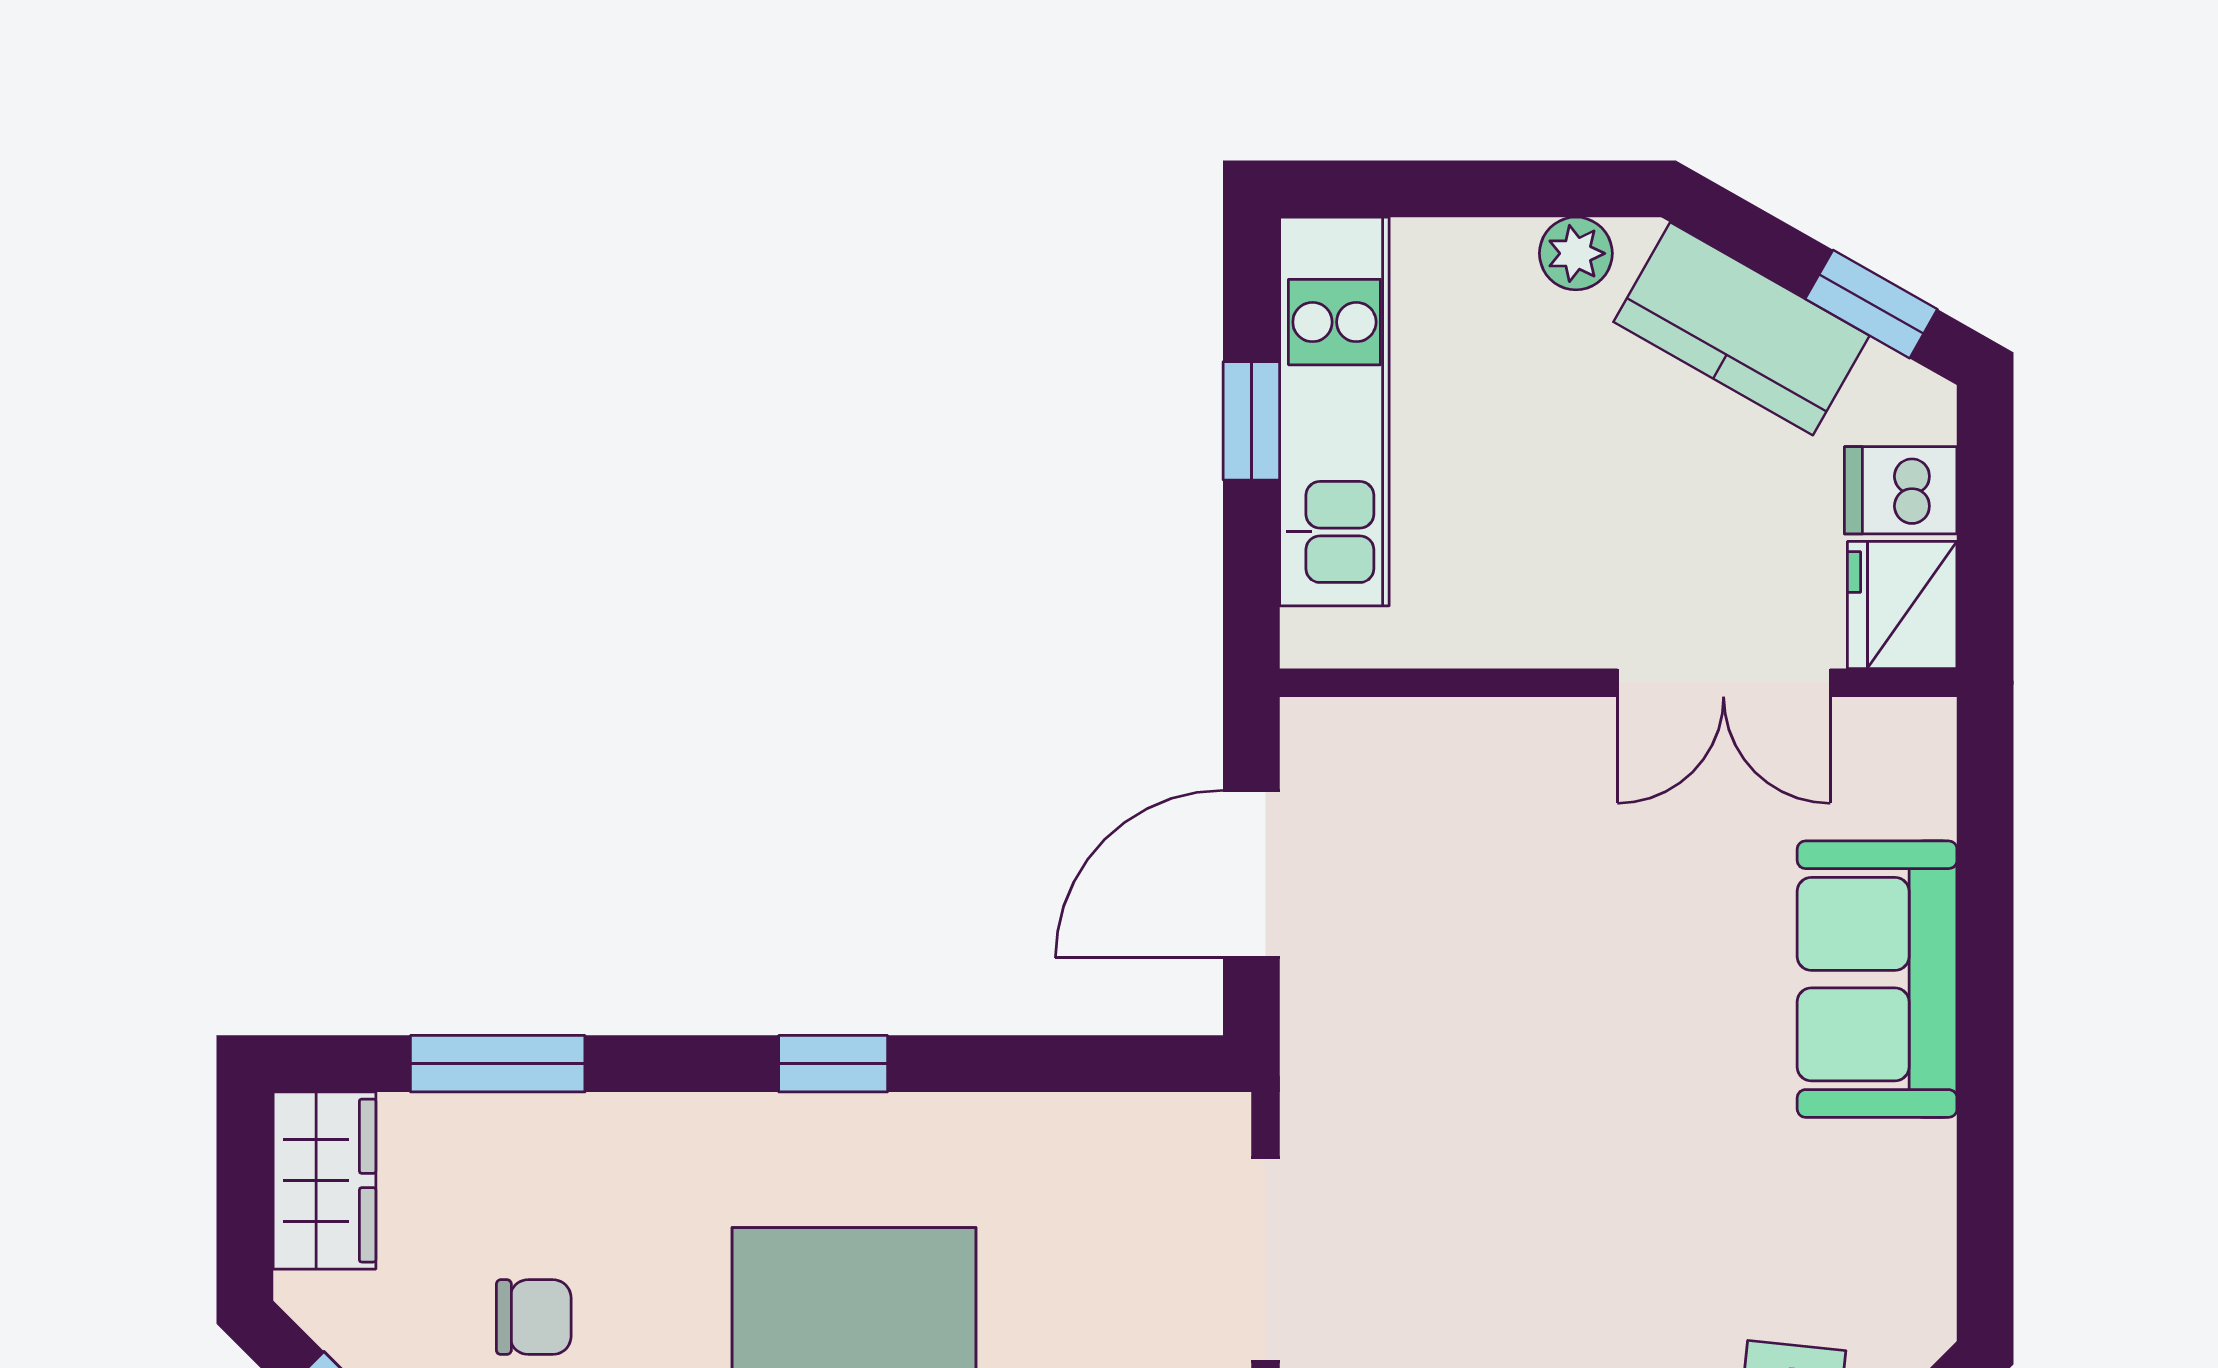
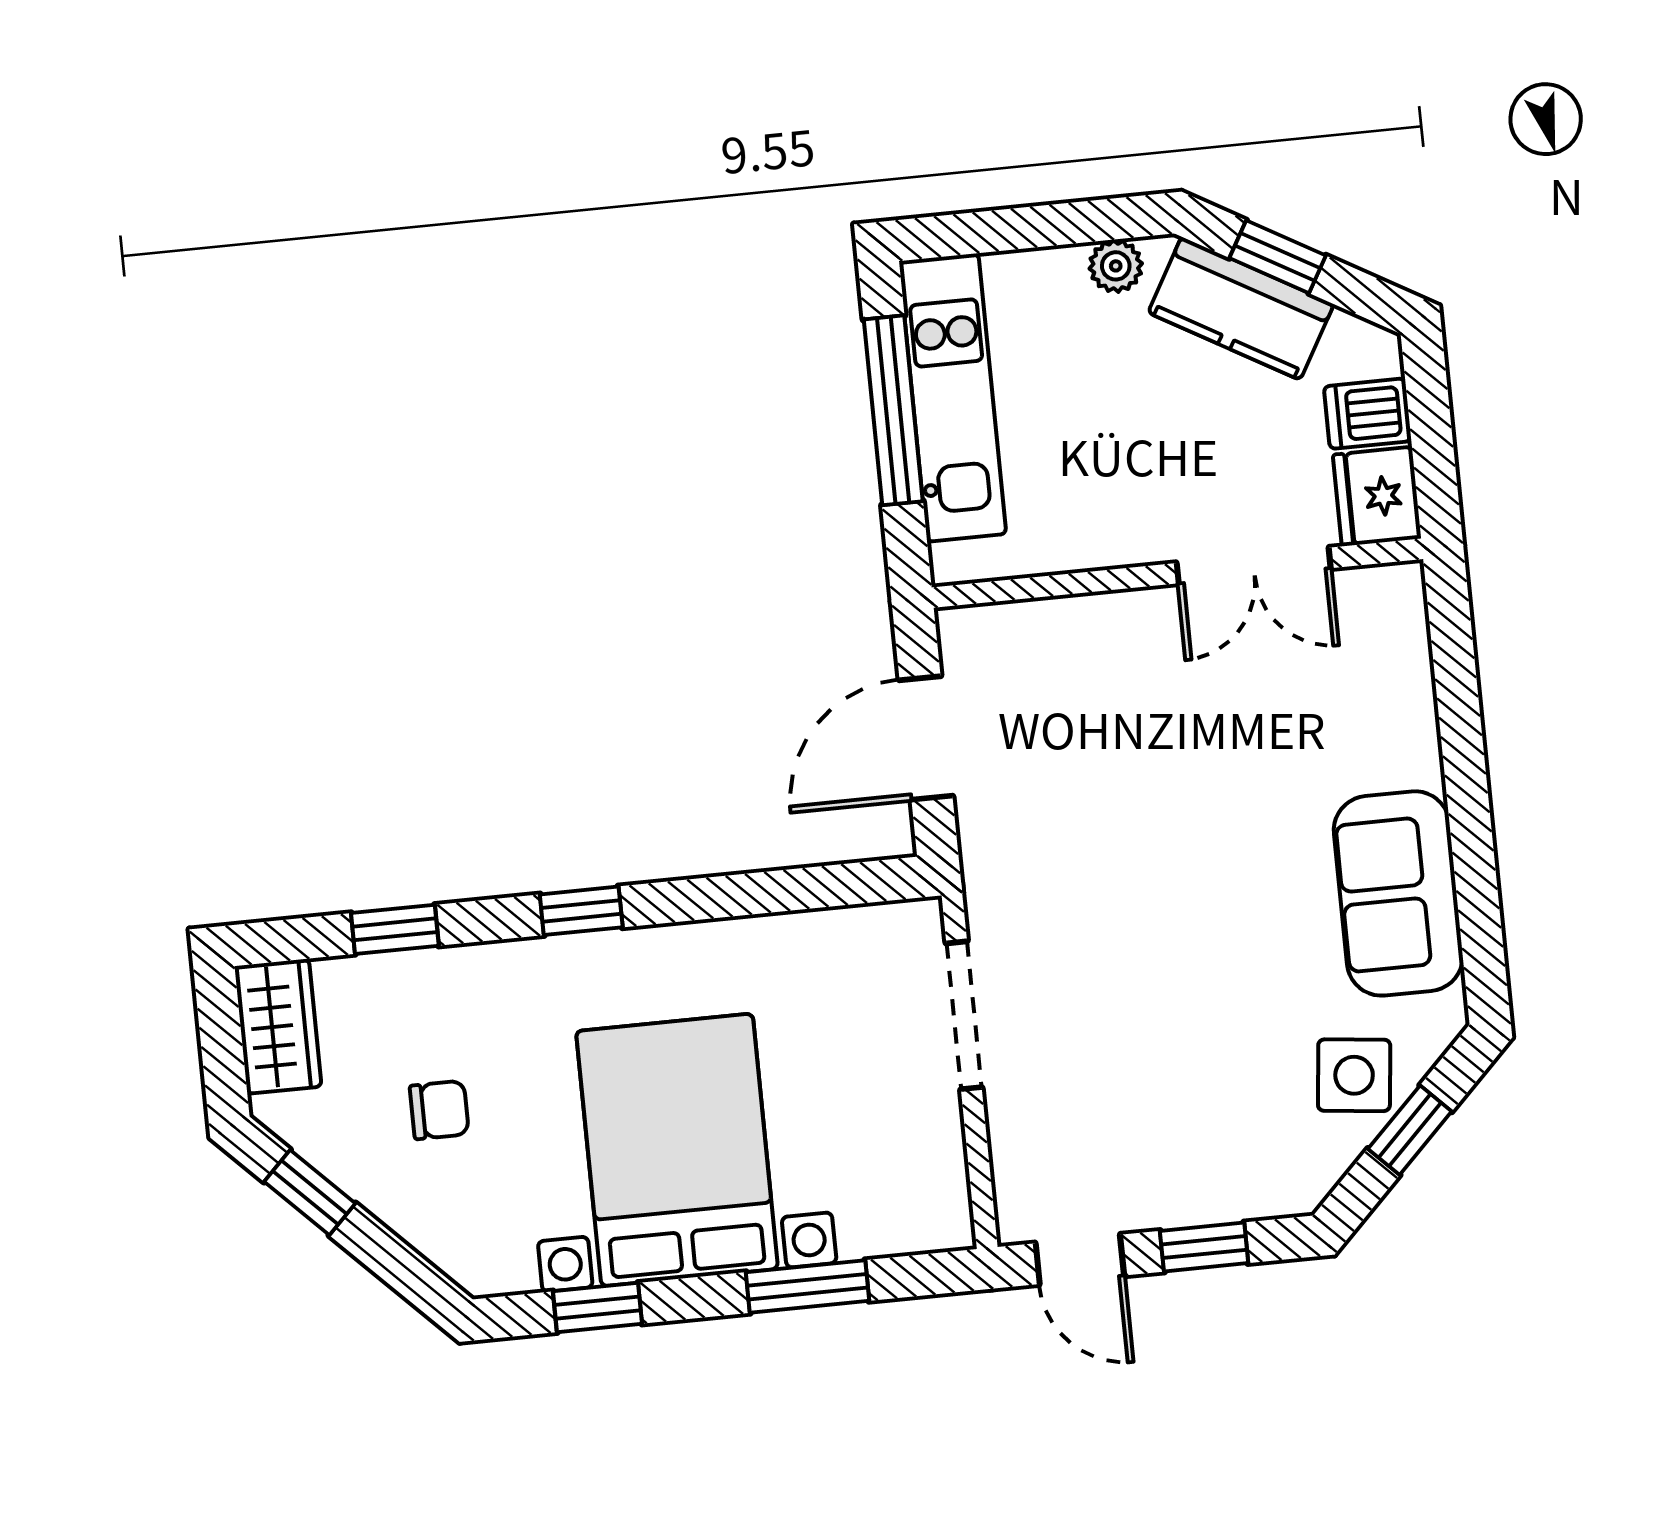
window: (1871, 304) -> (1278, 257), moved
window: (1251, 421) -> (893, 410), width x2.17
sofa: (1877, 979) -> (1398, 893), moved
window: (498, 1064) -> (395, 929), width x0.67
window: (833, 1064) -> (581, 911), moved

